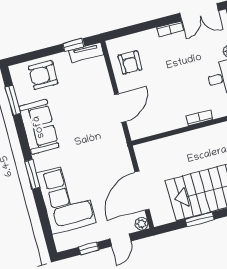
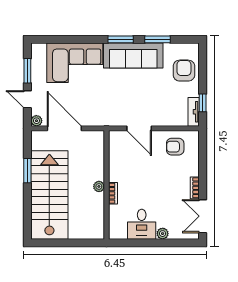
window: (13, 100) -> (158, 39), moved
sofa: (39, 127) -> (133, 55), width x1.36
plant: (196, 135) -> (99, 186), added
window: (32, 174) -> (121, 39), moved
window: (89, 248) -> (27, 71), width x1.50

